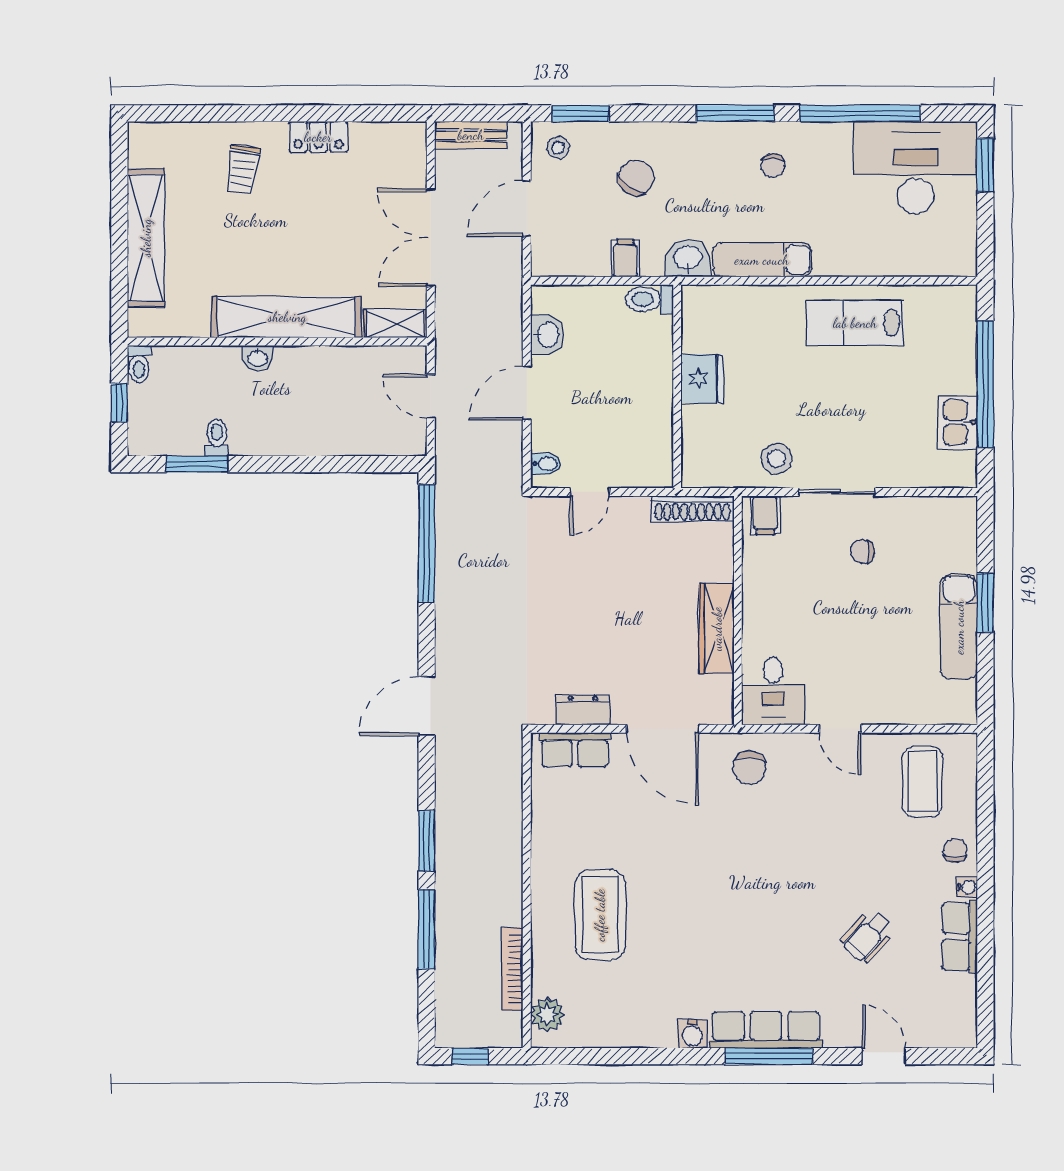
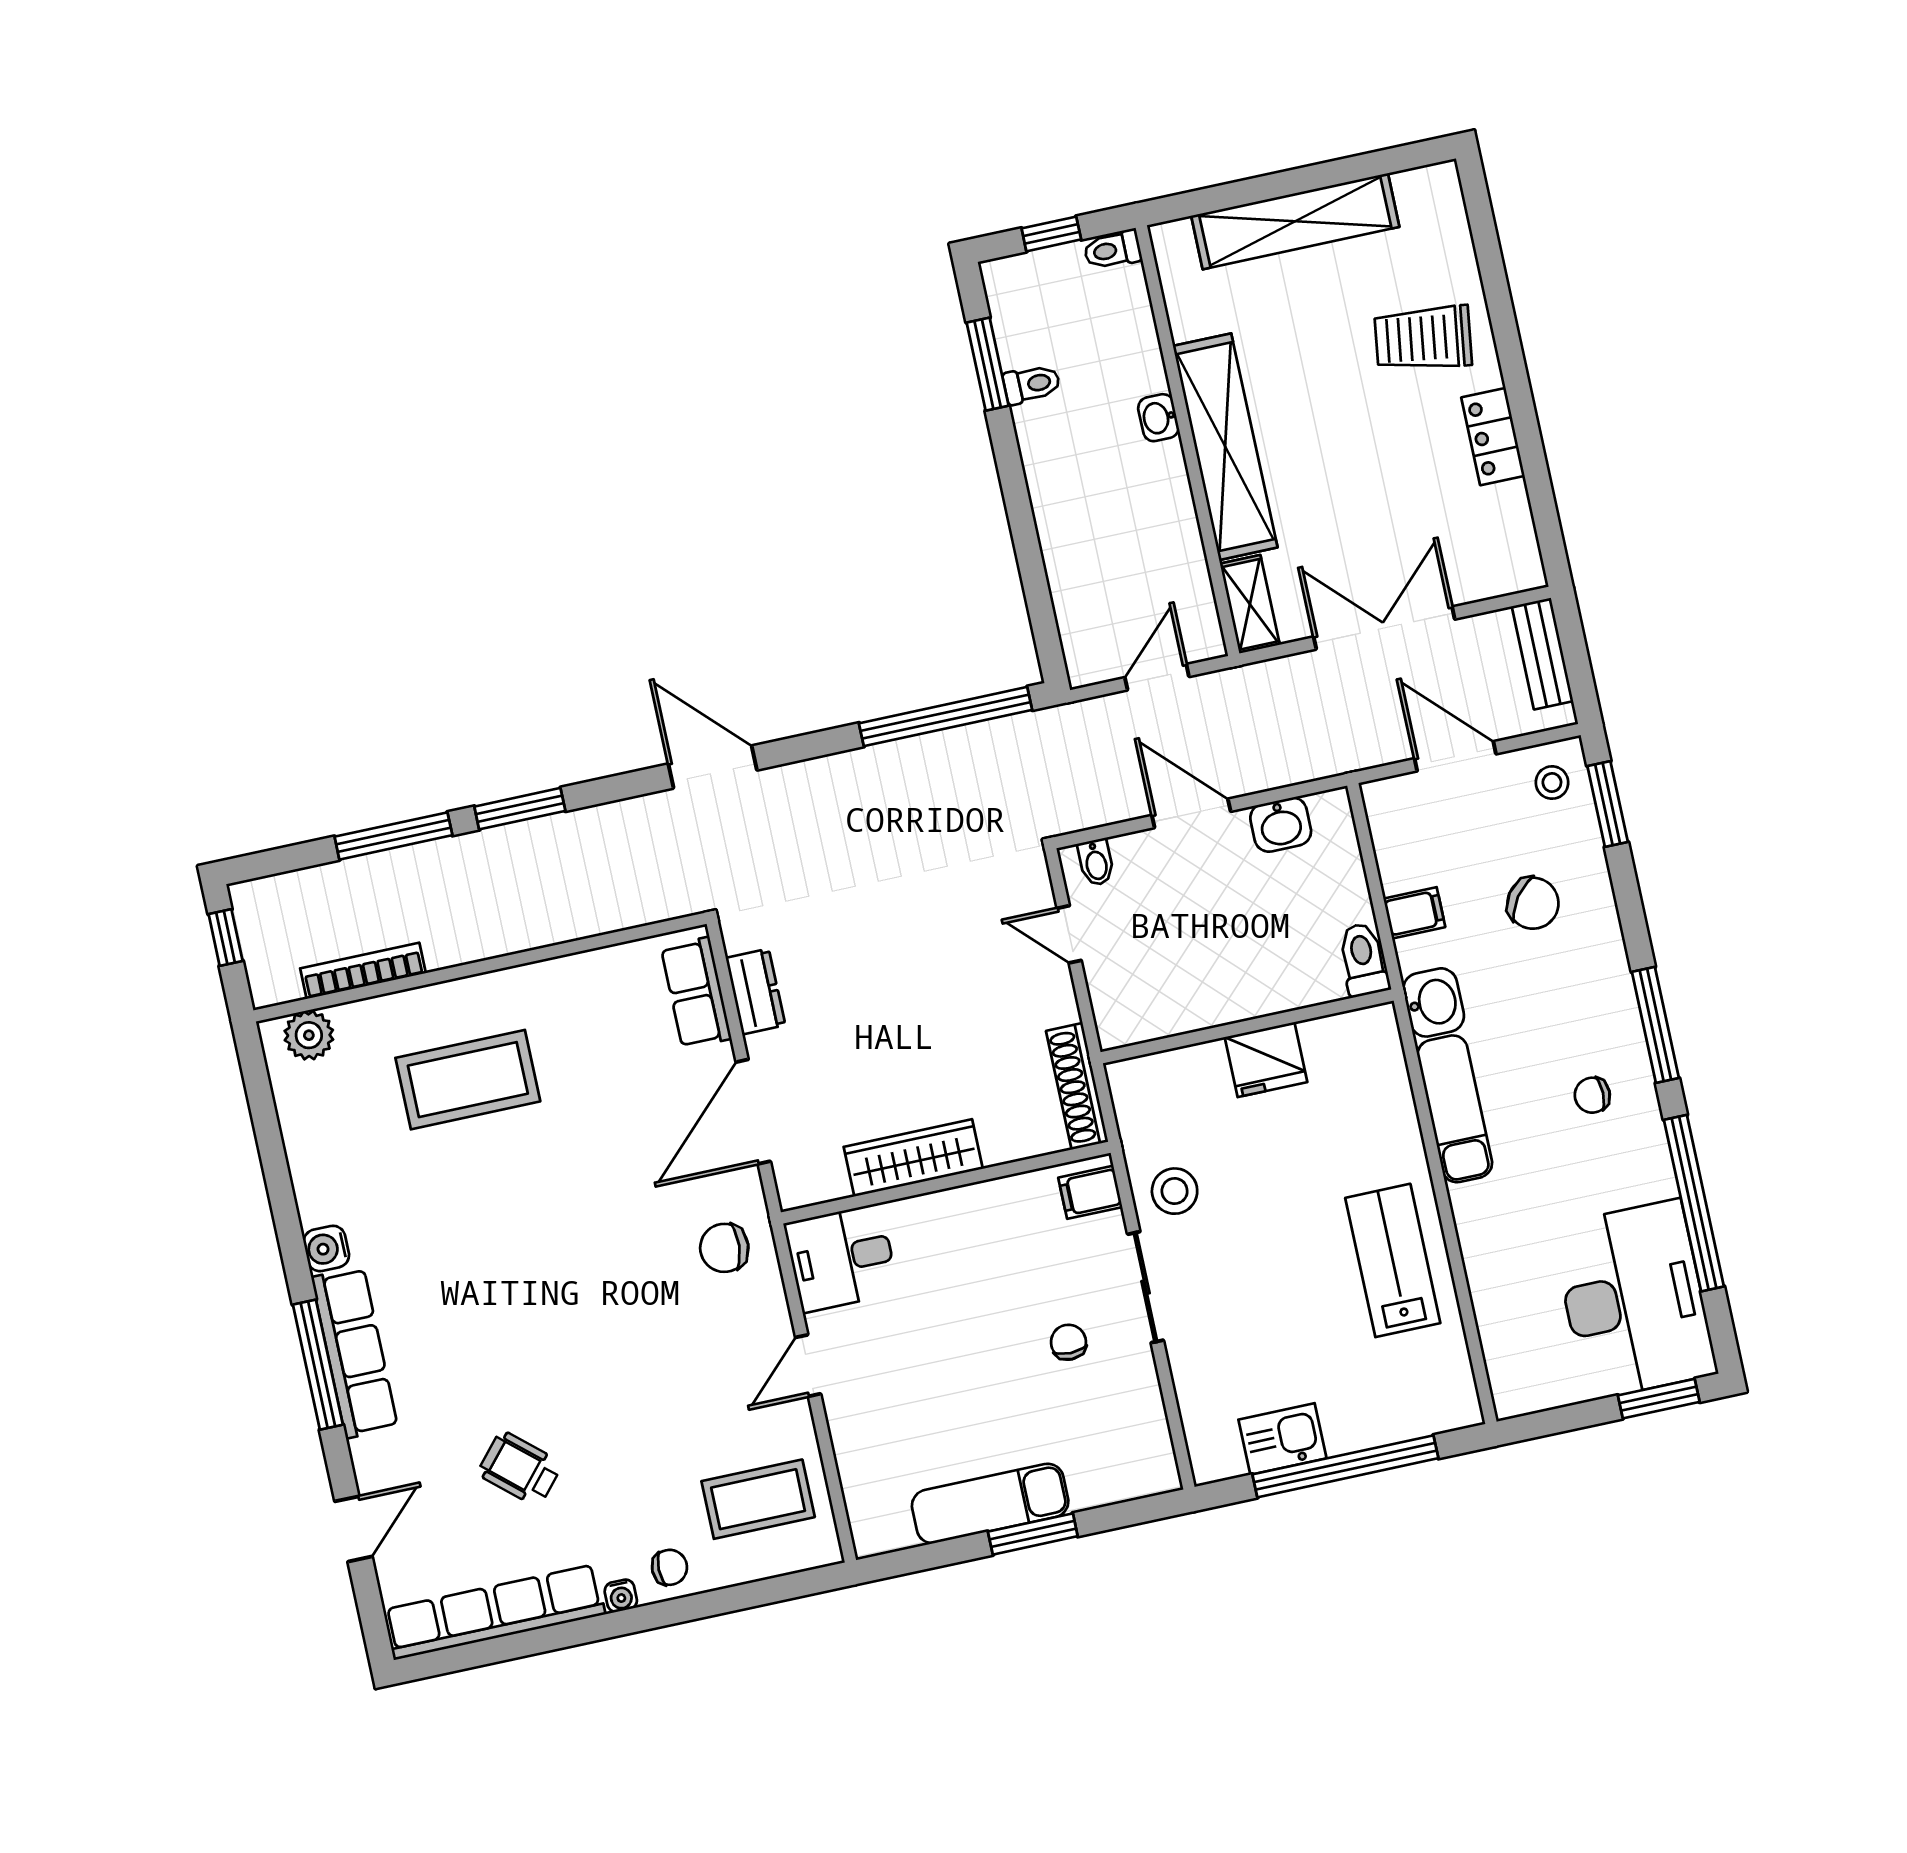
trolley: (243, 169) -> (1423, 338), width x1.36, depth x1.39
row of seats: (960, 937) -> (494, 1612), width x2.02

